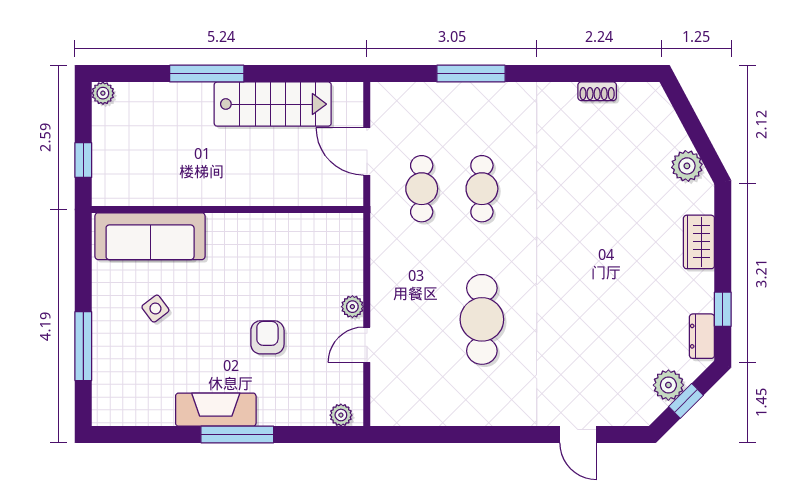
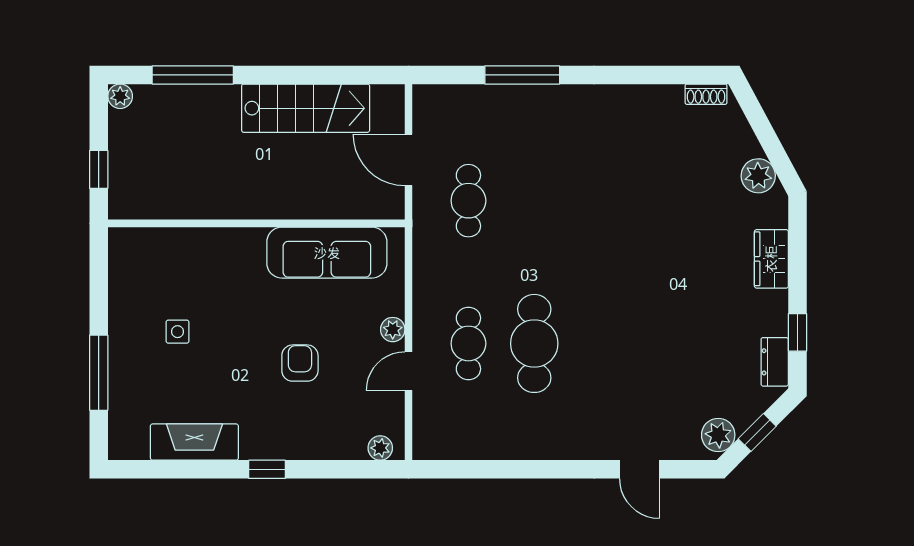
window: (207, 74) -> (193, 75), moved
shoe rack: (597, 91) -> (706, 94), moved
cafe table: (482, 189) -> (468, 343), moved
sofa: (150, 236) -> (327, 253), moved
side table: (155, 309) -> (178, 332), turned 37
plant: (668, 385) -> (718, 435), moved
fireplace: (216, 410) -> (194, 442), moved
window: (237, 435) -> (267, 469), width x0.46

